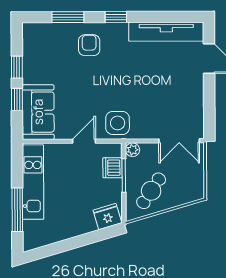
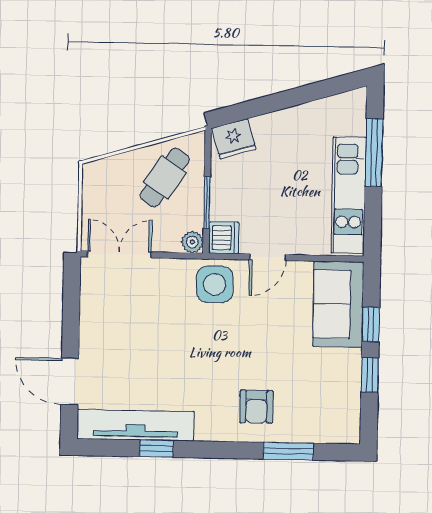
window: (116, 17) -> (156, 449), moved
dishwasher: (113, 168) -> (224, 238), moved

